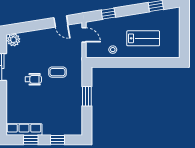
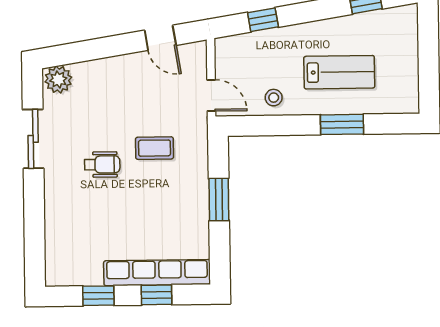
door: (84, 35) -> (211, 95), moved
window: (144, 62) -> (342, 124), added
row of seats: (24, 130) -> (157, 273), moved, width x1.36

